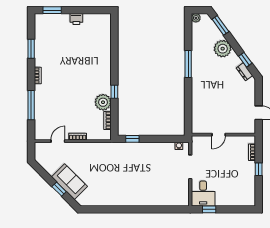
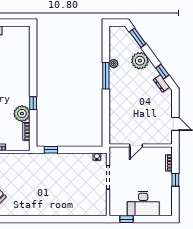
plant: (196, 18) -> (114, 64), moved
desk: (203, 193) -> (143, 204), moved, width x1.37

